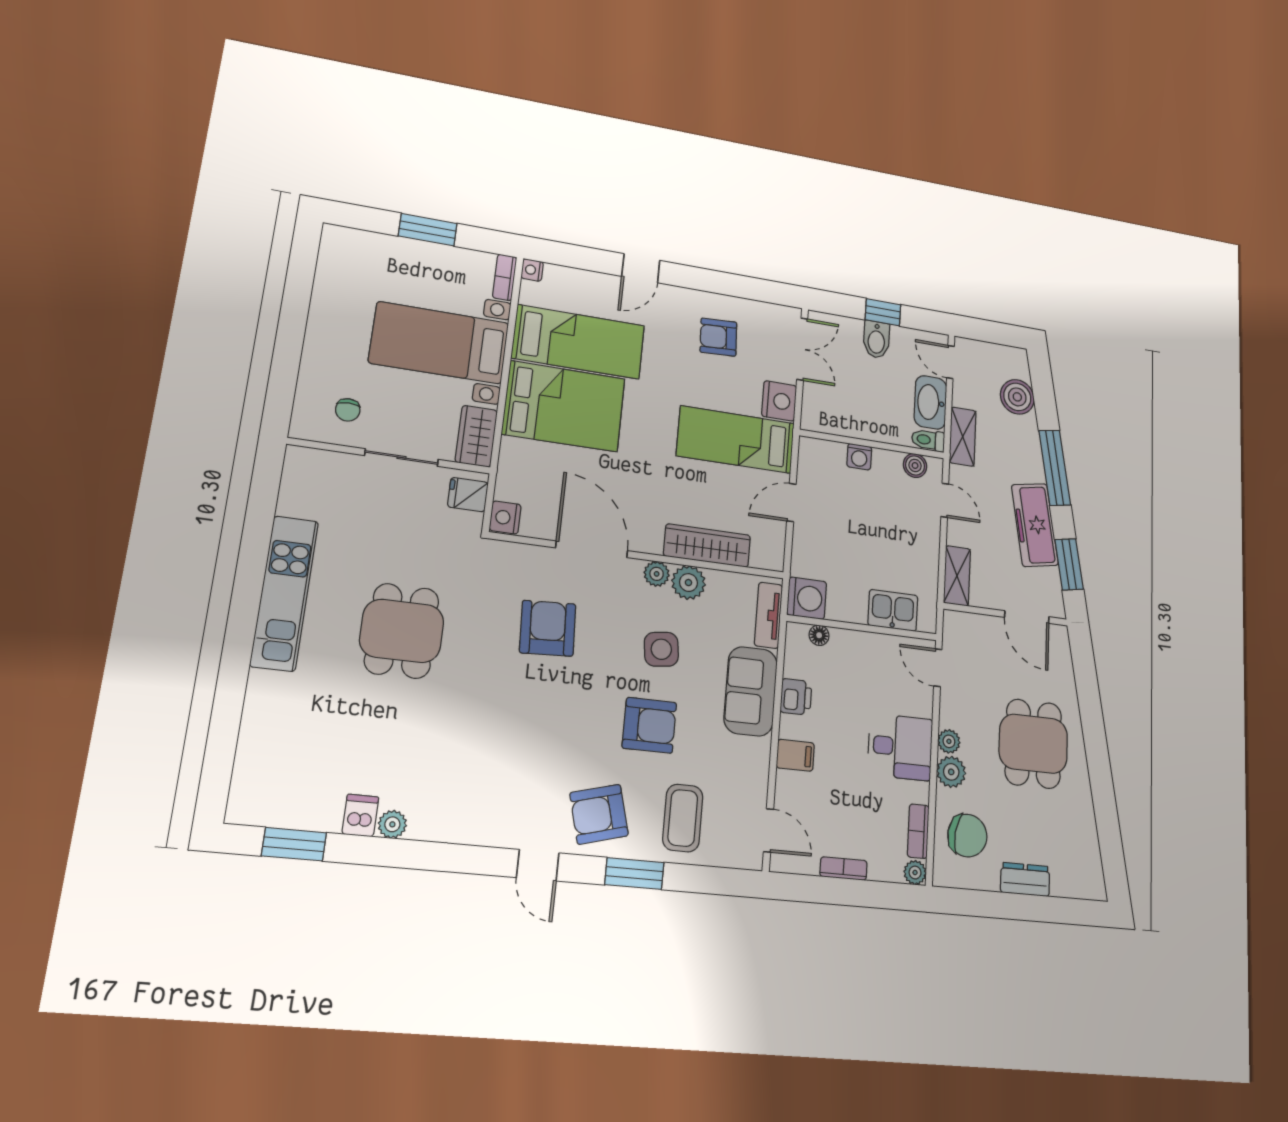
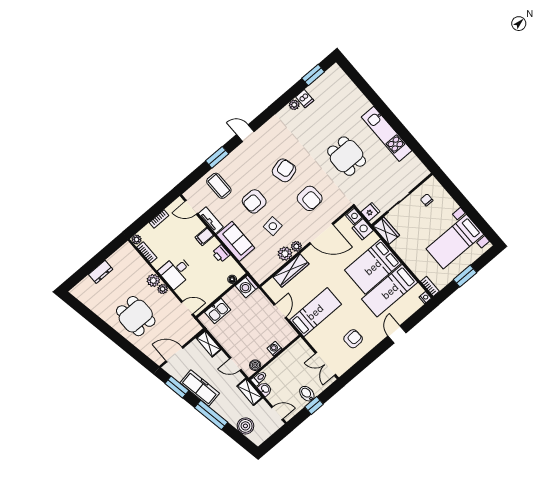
bed with nightstands: (439, 343) -> (455, 242), moved, turned 180
nightstand: (779, 401) -> (363, 229), moved, turned 180
washbasin: (930, 402) -> (265, 389), width x0.52, depth x0.69
tv unit: (768, 615) -> (211, 220), moved
armchair: (599, 814) -> (284, 170), moved
chair: (967, 835) -> (131, 267), removed

